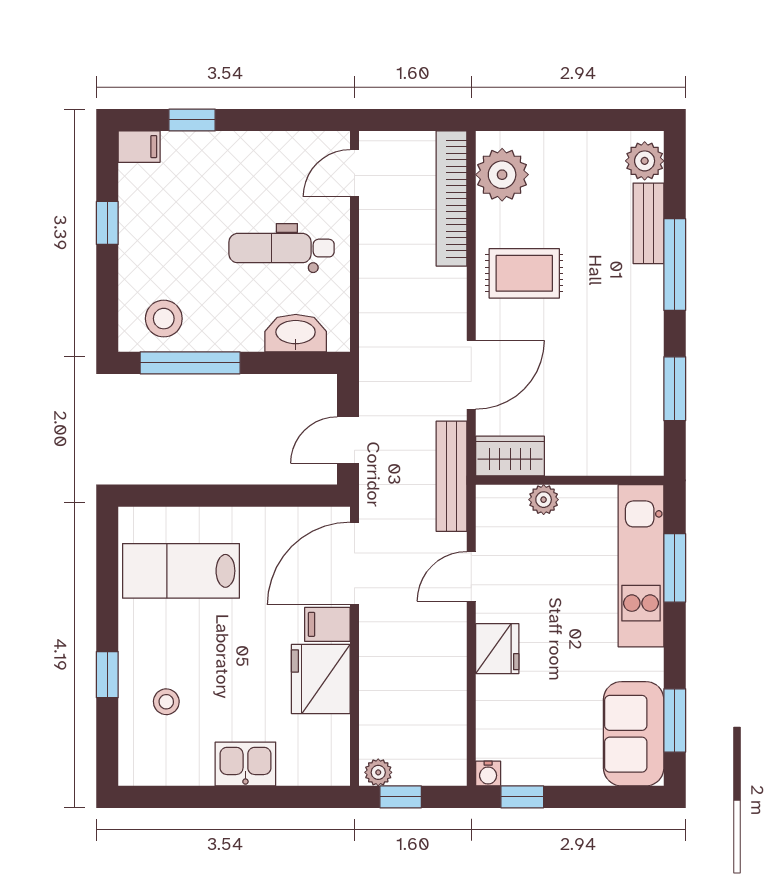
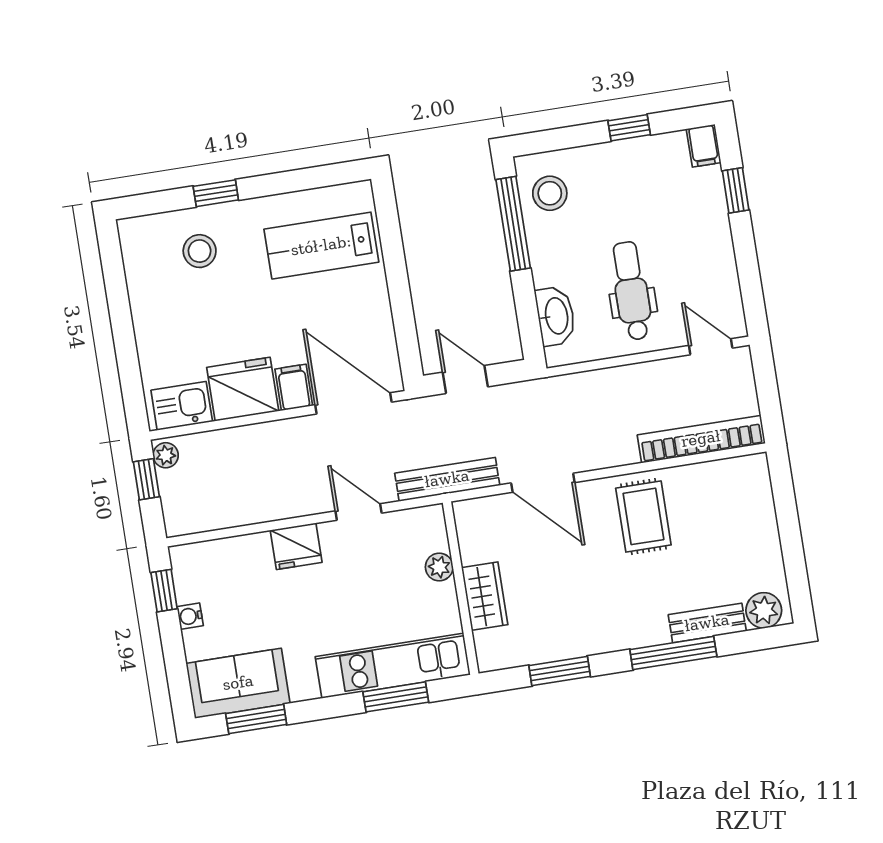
plant: (502, 175) -> (730, 482), removed
wardrobe: (510, 456) -> (485, 596), moved
lab bench: (181, 571) -> (321, 246), turned -90
stool: (166, 702) -> (200, 251), width x1.37, depth x1.37
kitchen sink: (245, 764) -> (182, 406), moved, turned -90
water cooler: (488, 774) -> (190, 616), moved

